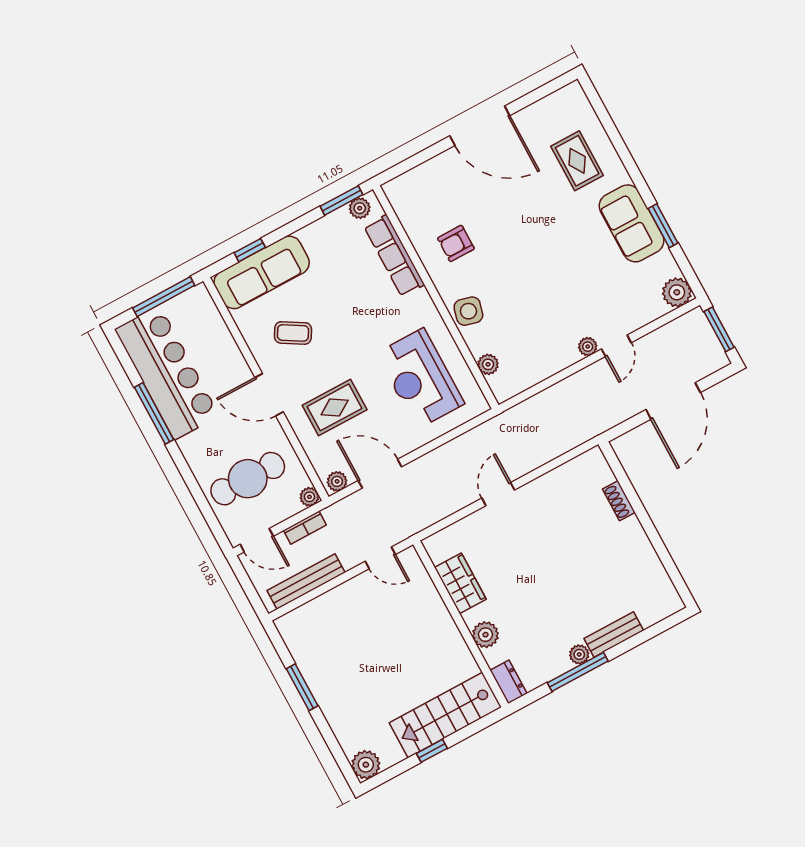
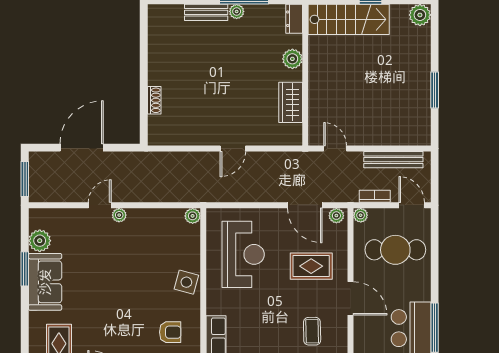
plant: (677, 292) -> (40, 241), moved
coffee table: (293, 333) -> (312, 331), turned 58
plant: (488, 364) -> (193, 216), moved

